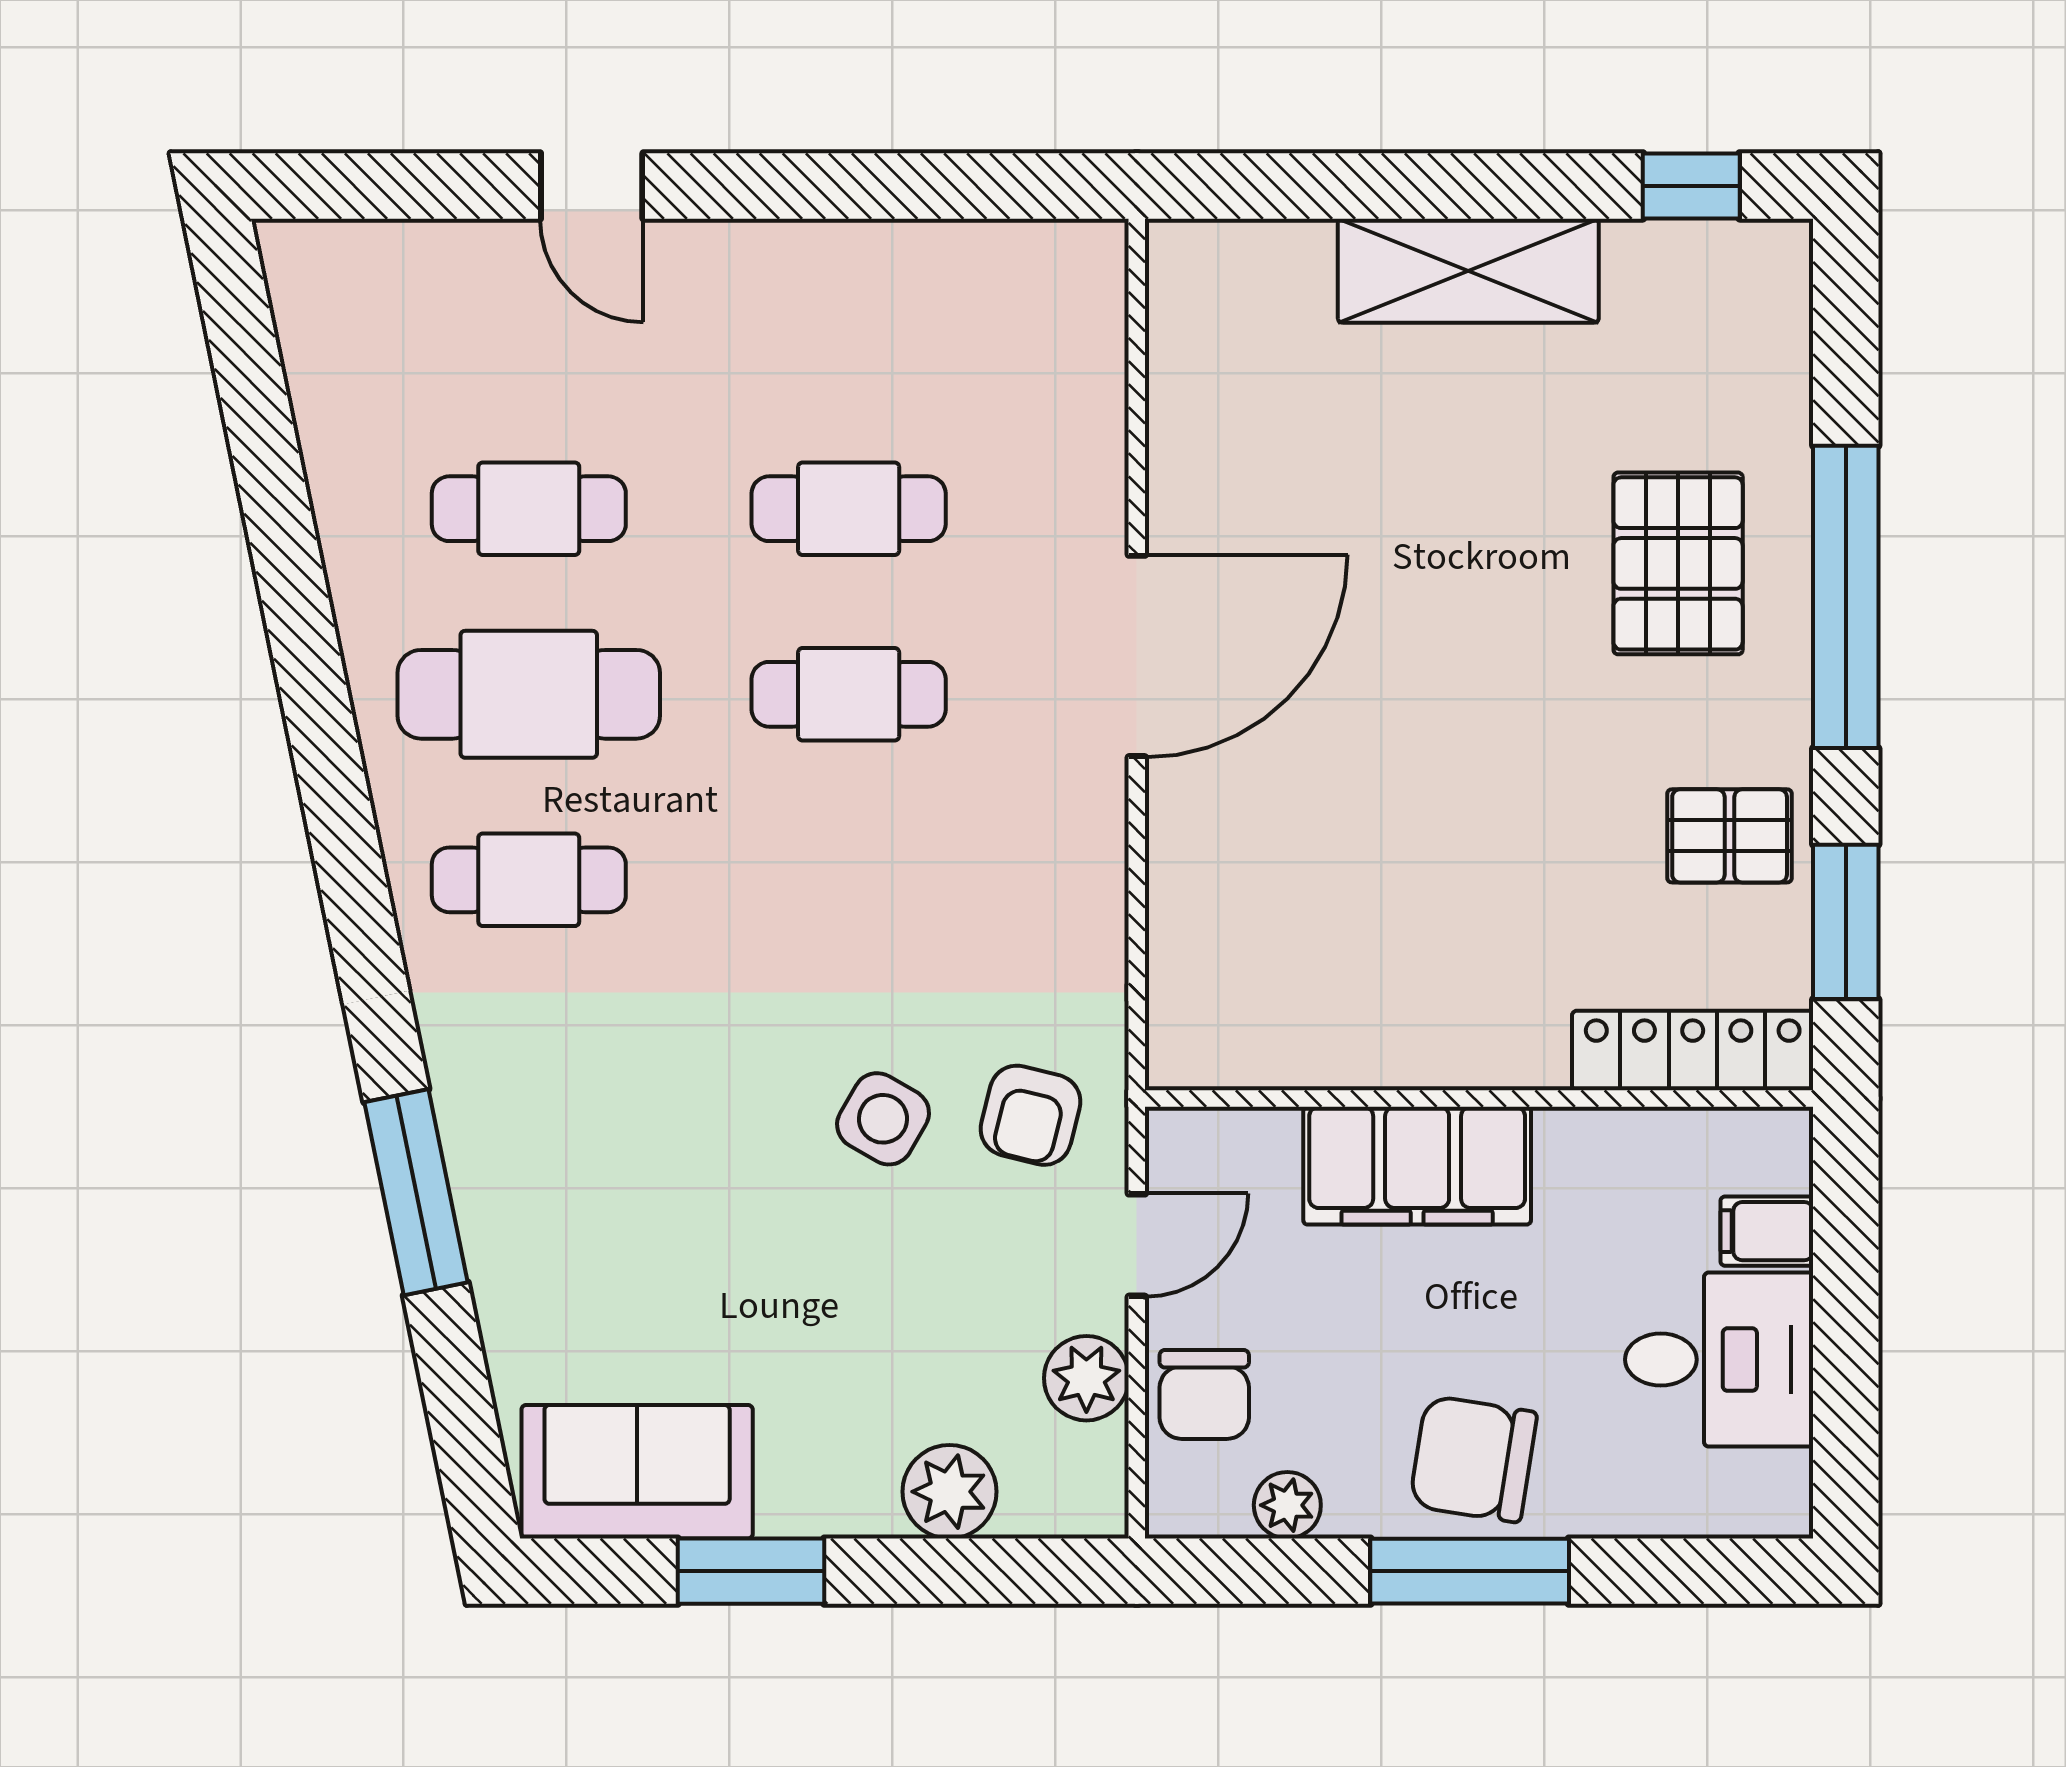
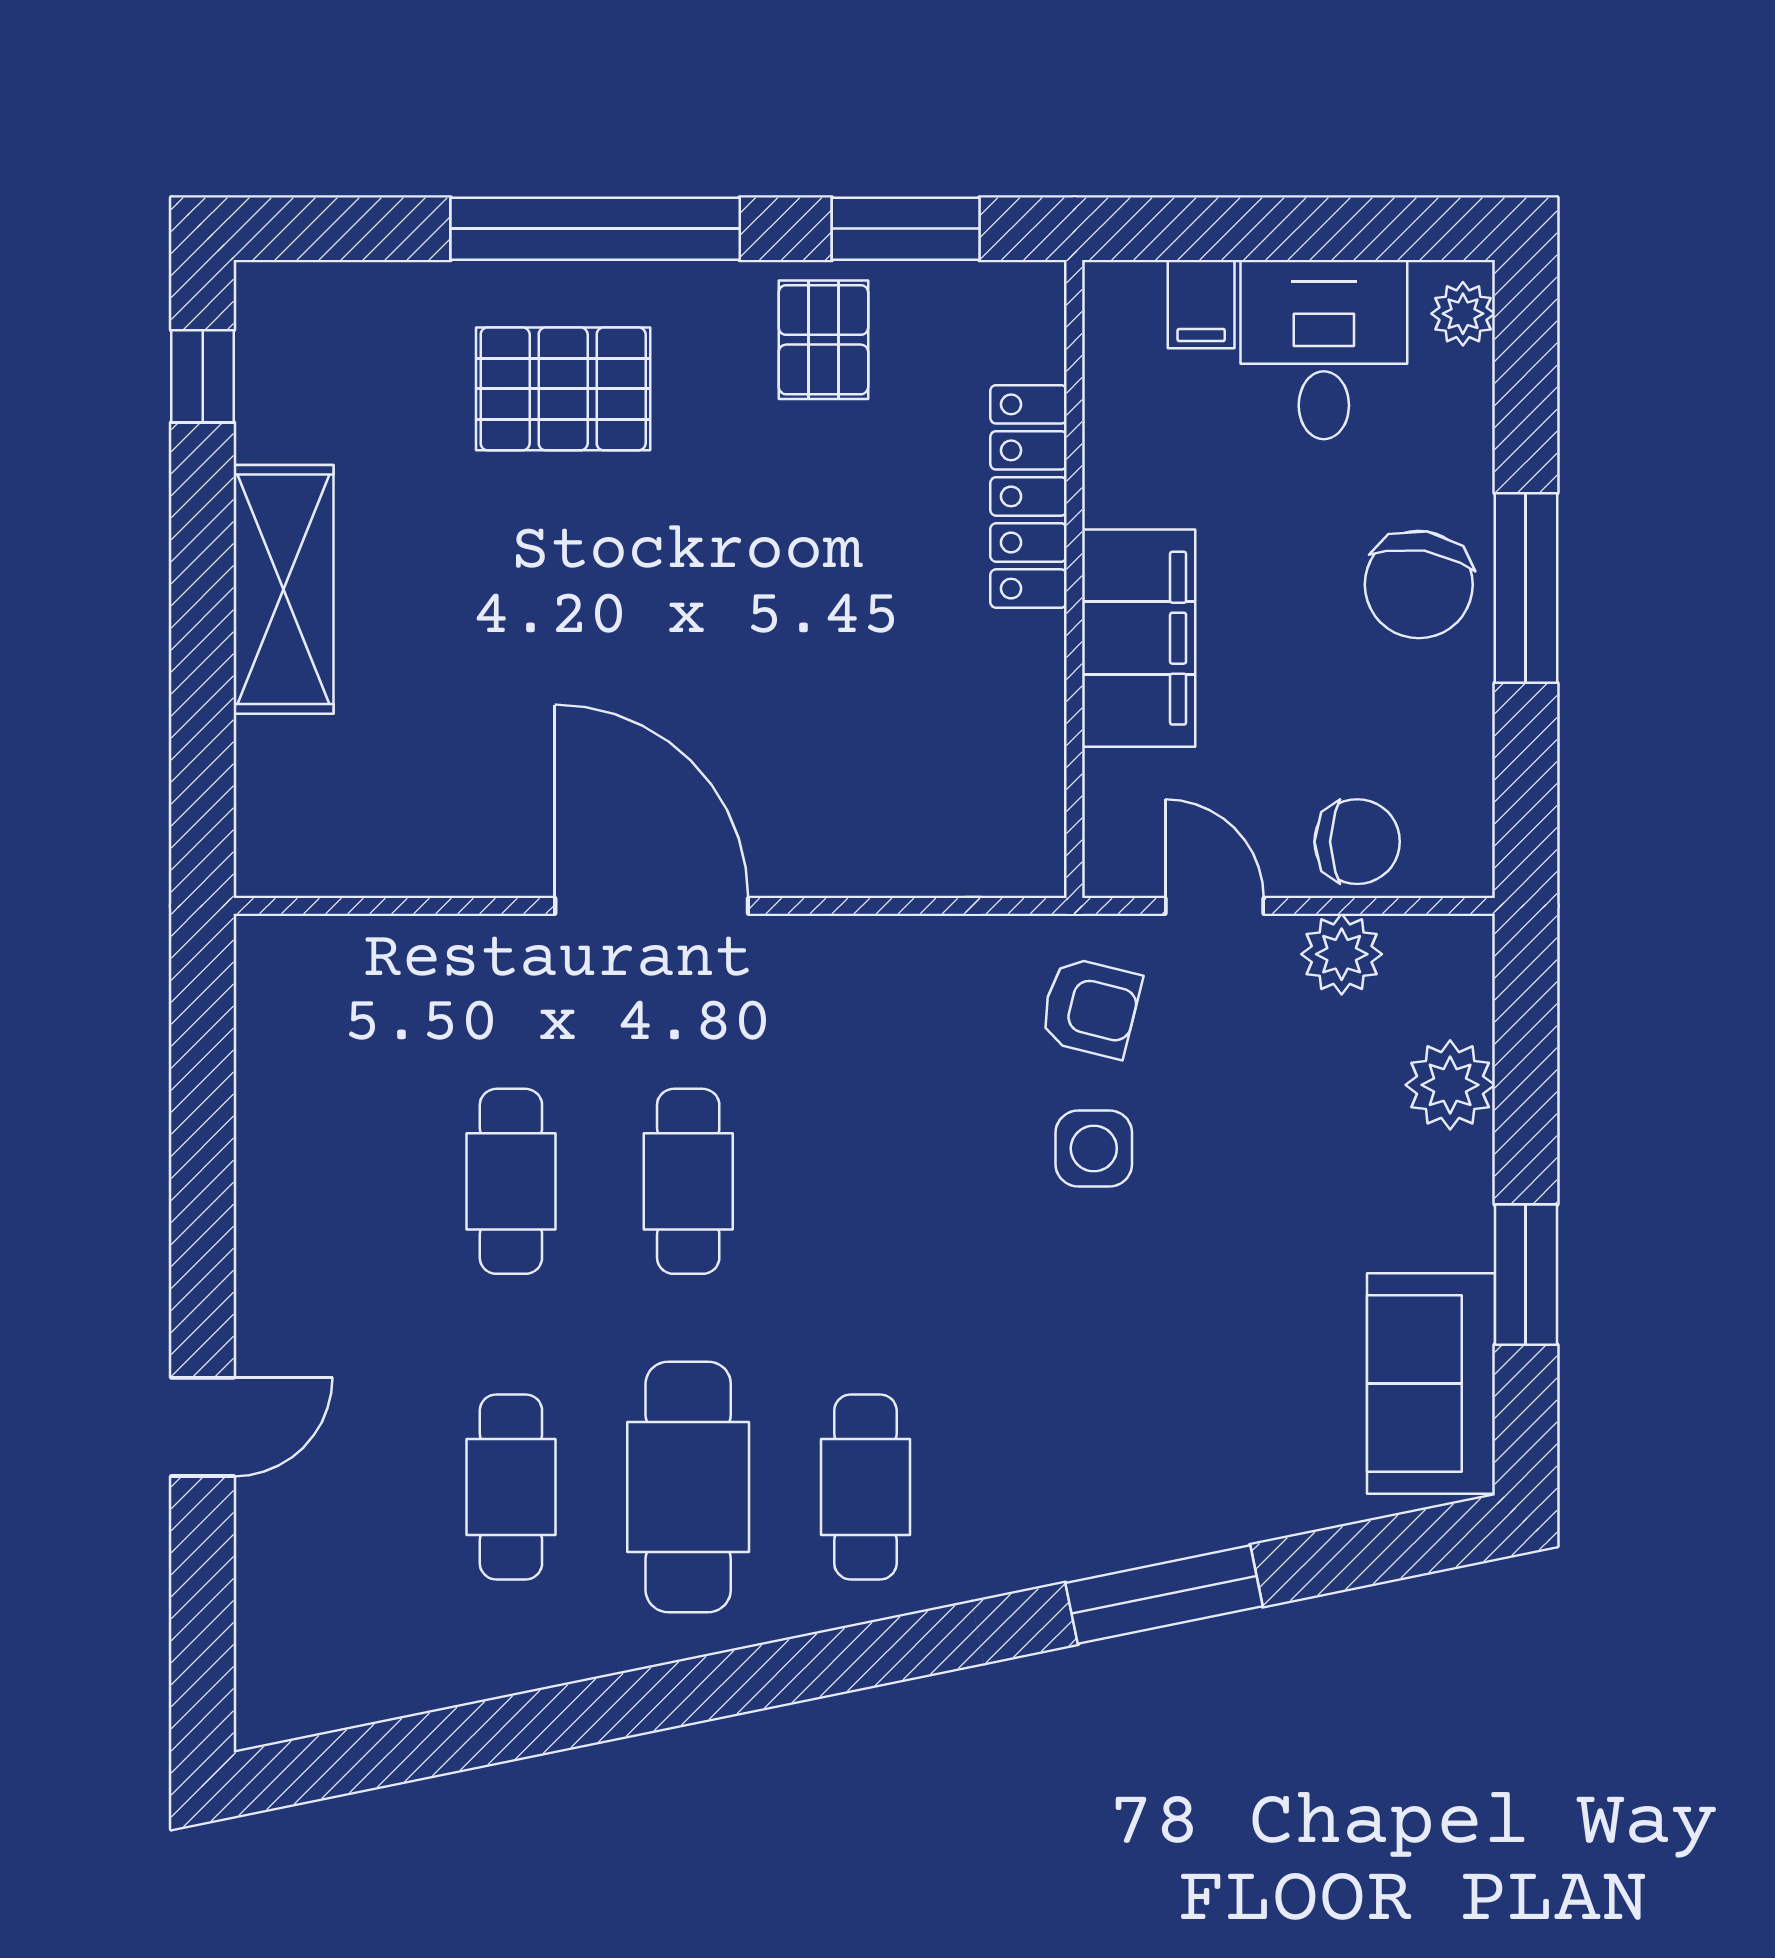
locker: (1693, 1051) -> (1029, 496), moved
side table: (883, 1119) -> (1094, 1148), turned -30
plant: (1287, 1505) -> (1463, 314), moved

